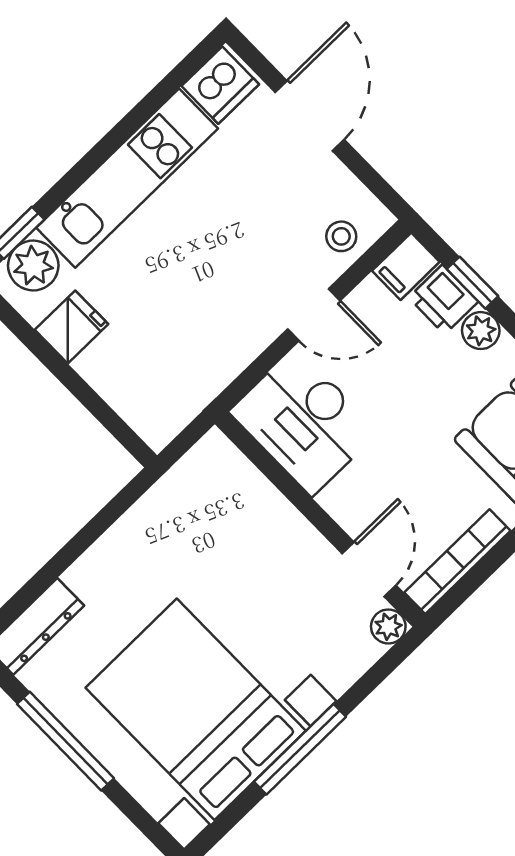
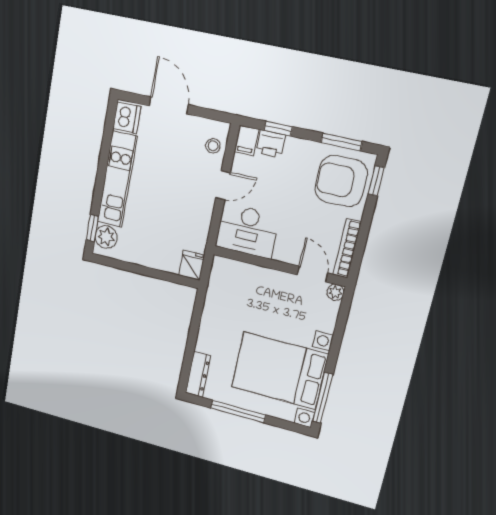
fridge: (72, 327) -> (192, 265), moved
plant: (481, 331) -> (295, 146), removed
window: (300, 749) -> (323, 398), moved

